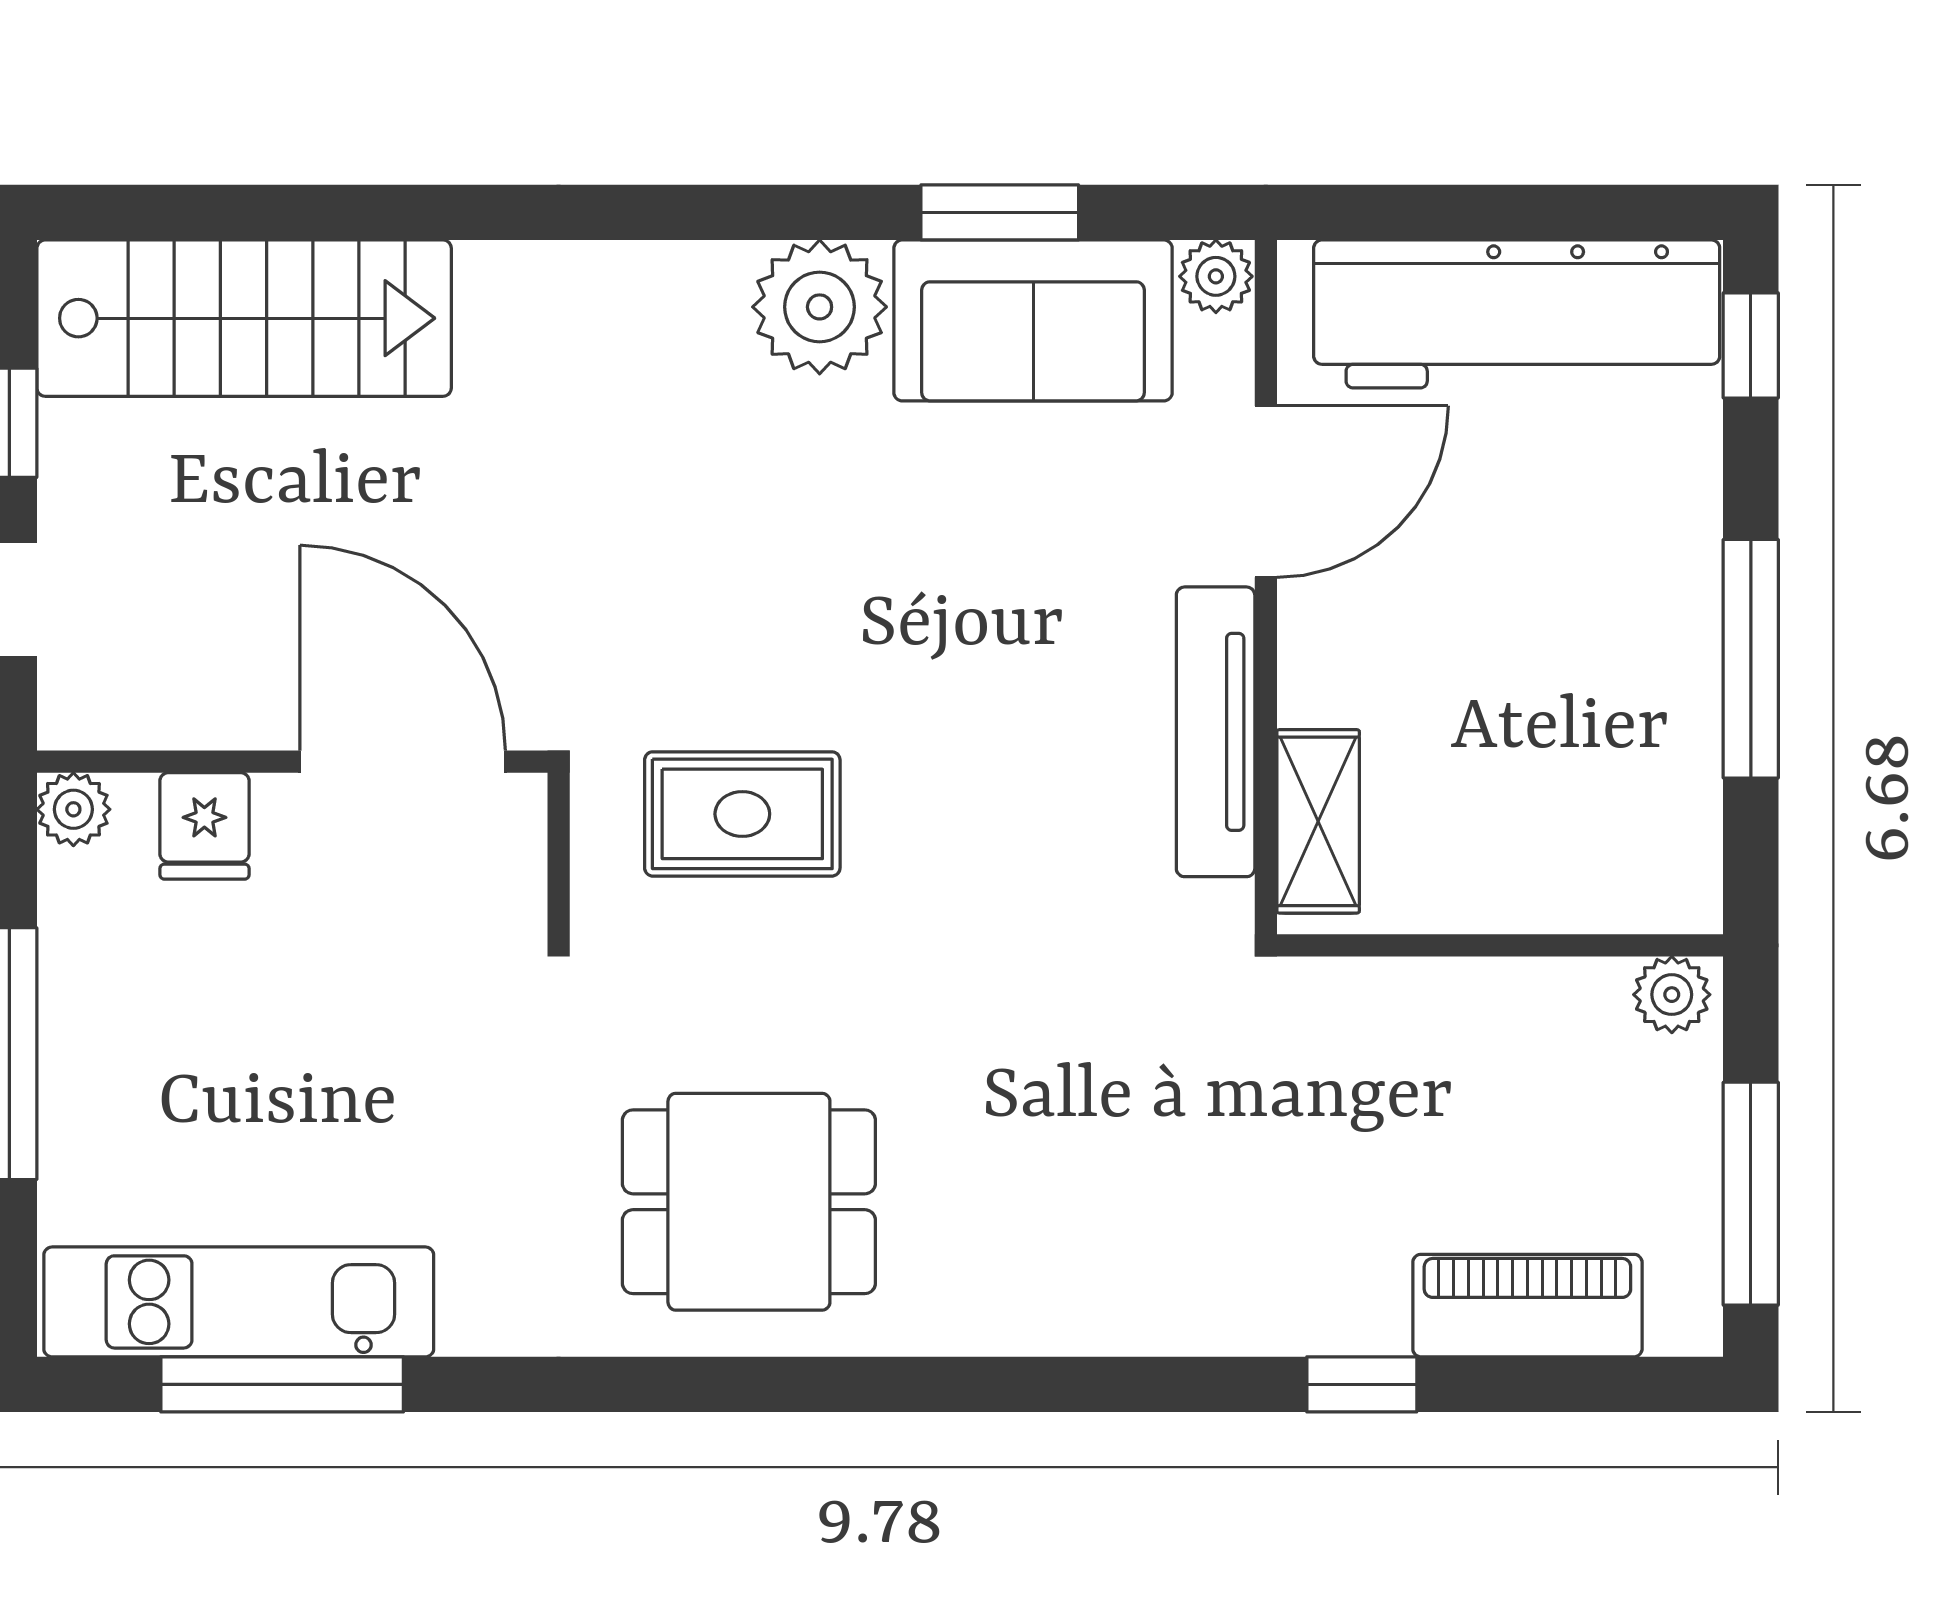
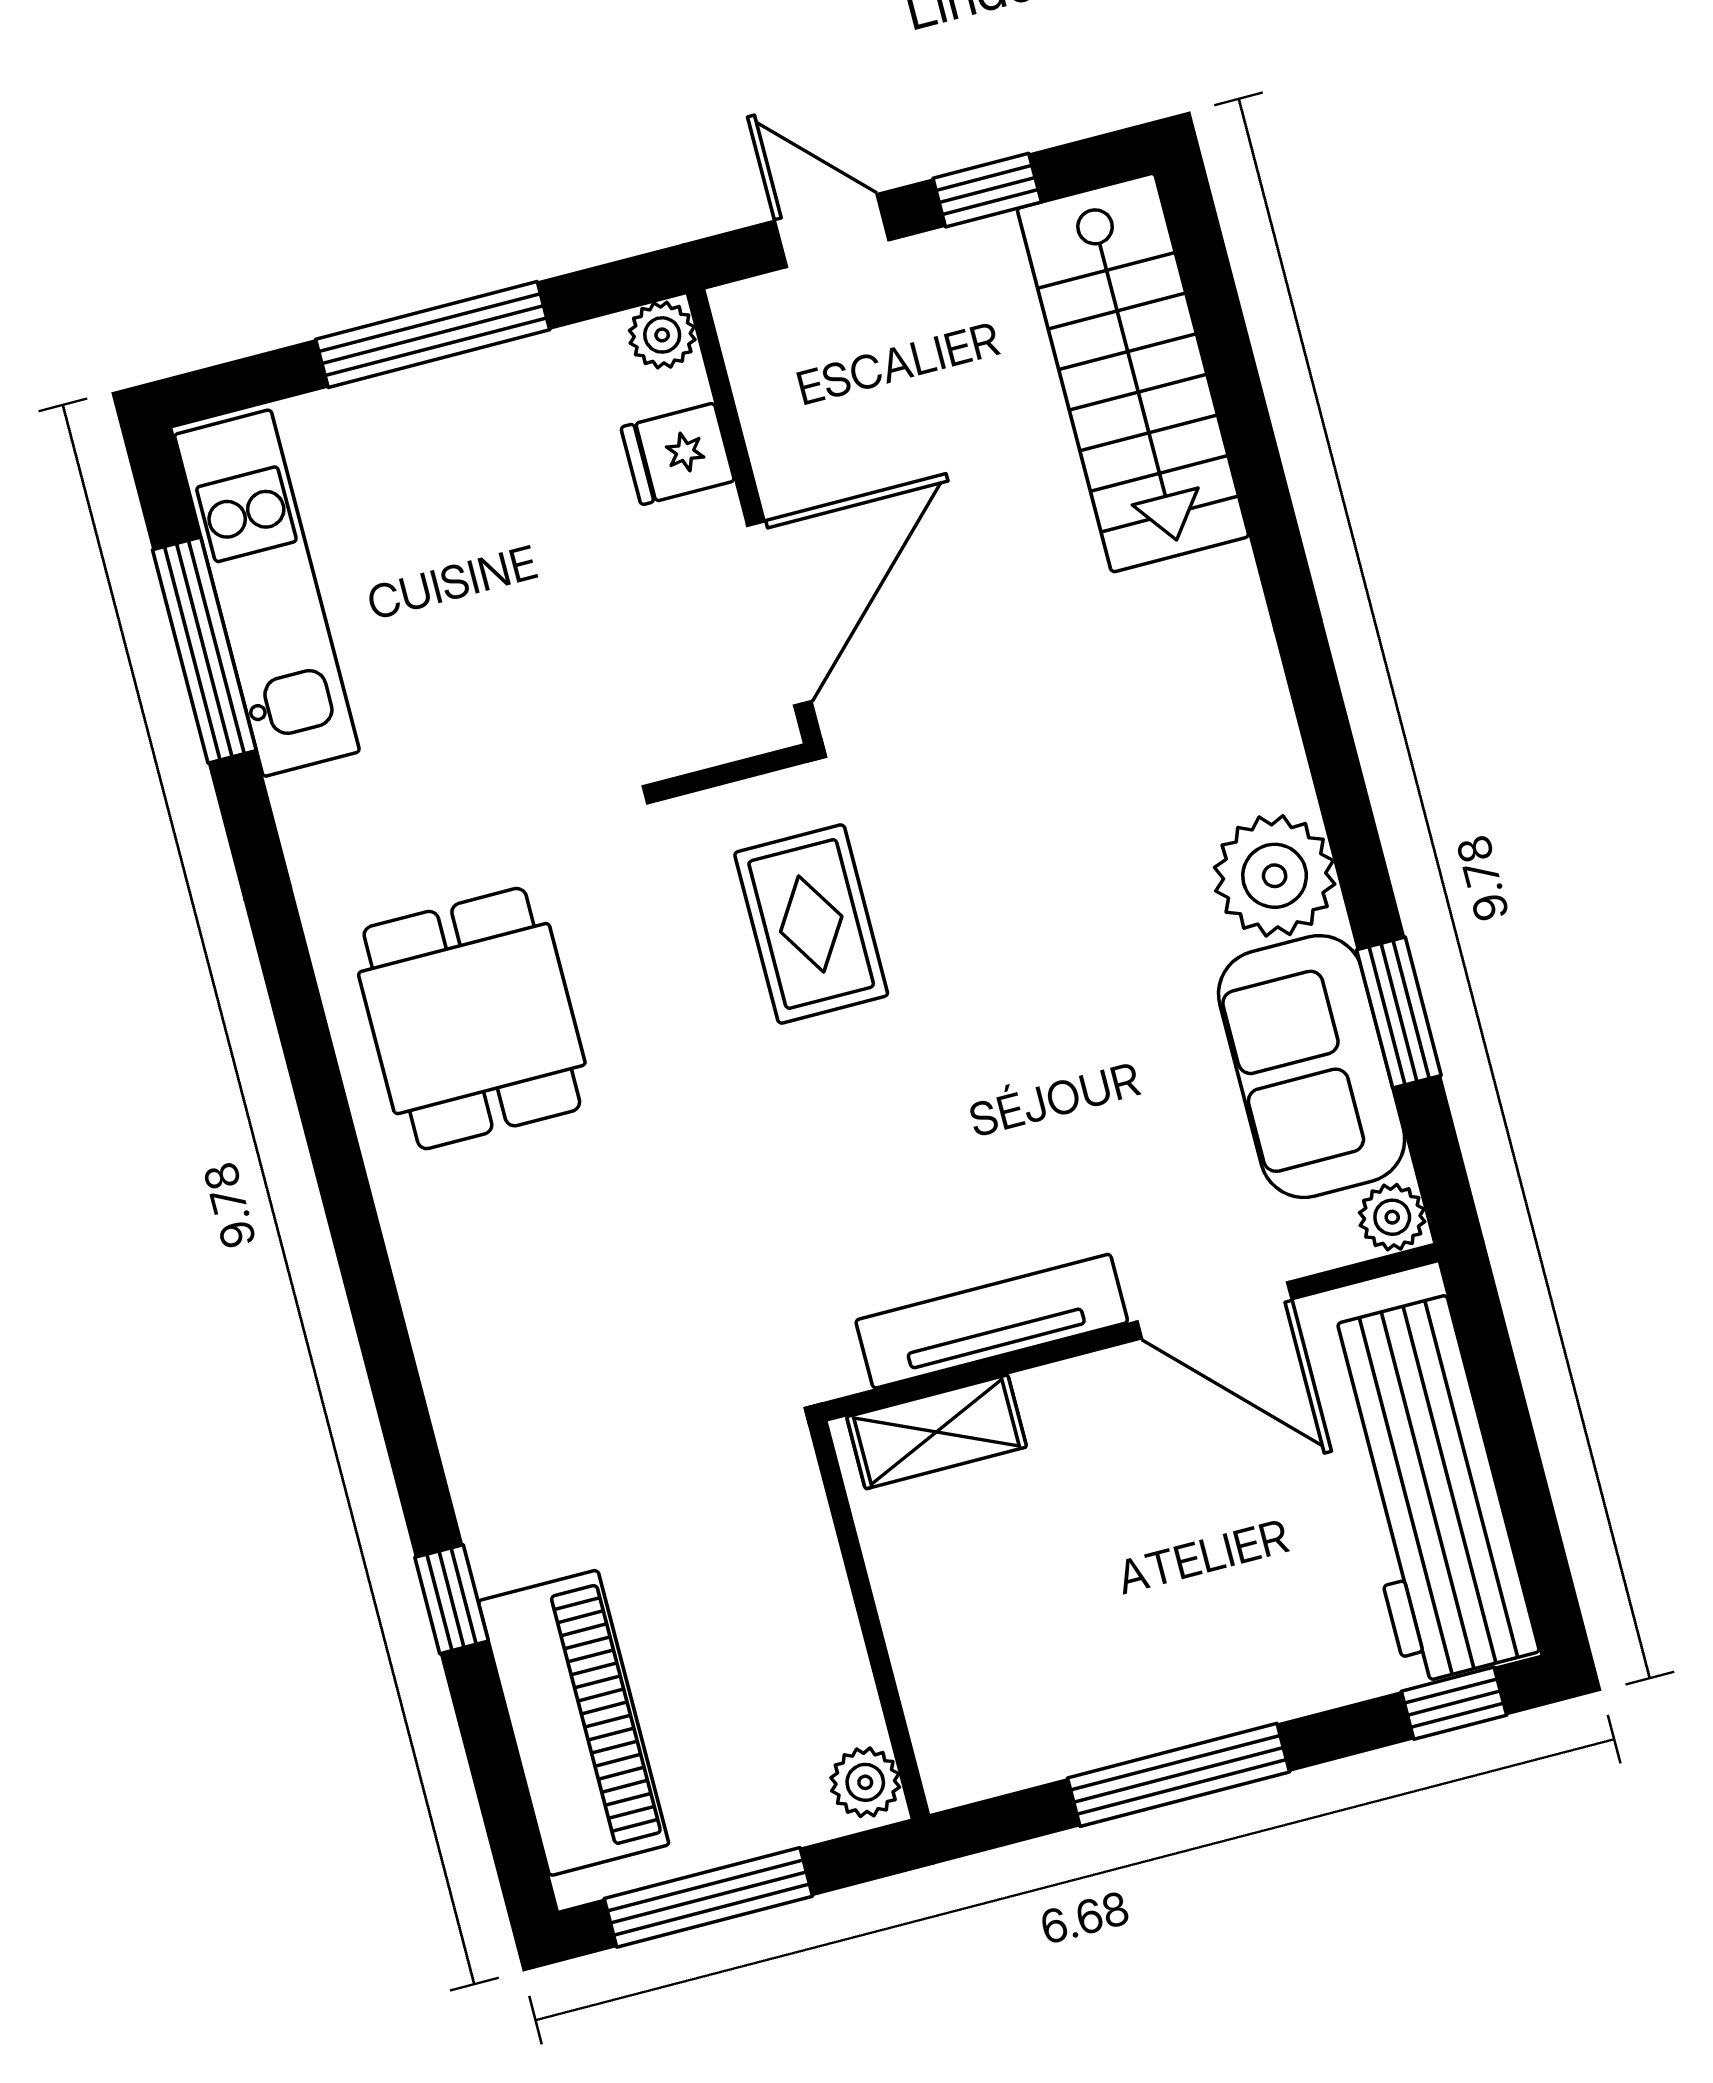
piano: (1527, 1306) -> (574, 1723), width x1.37, depth x1.33

